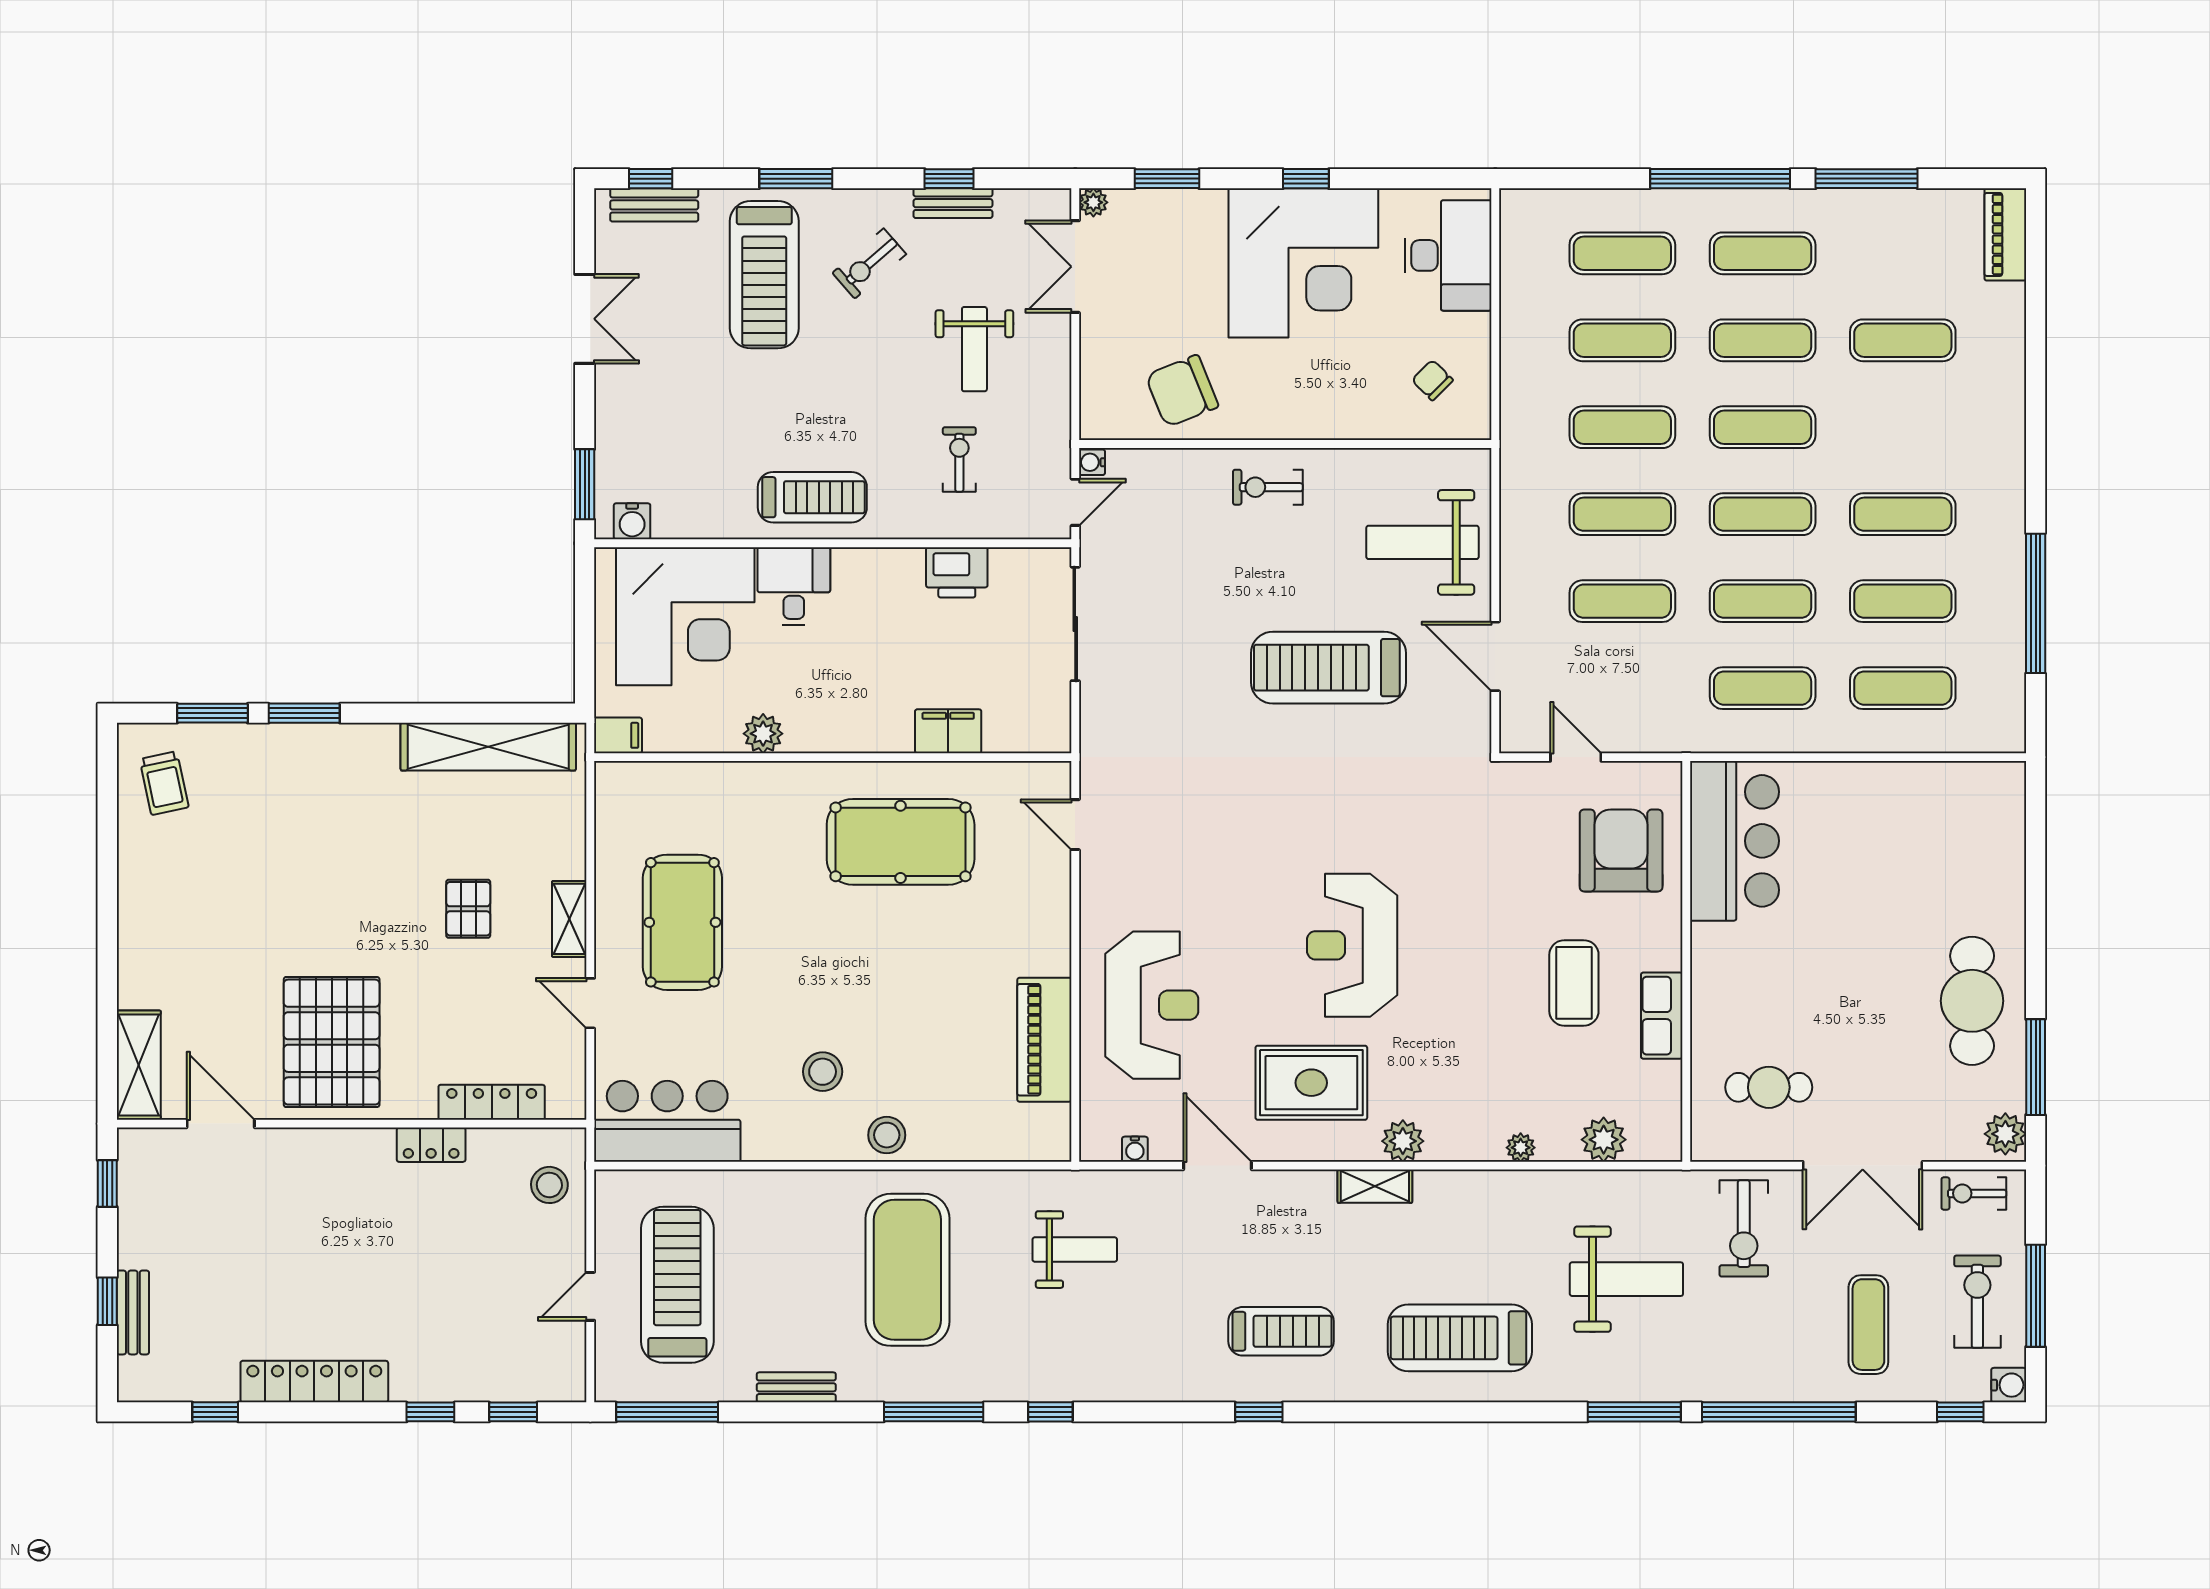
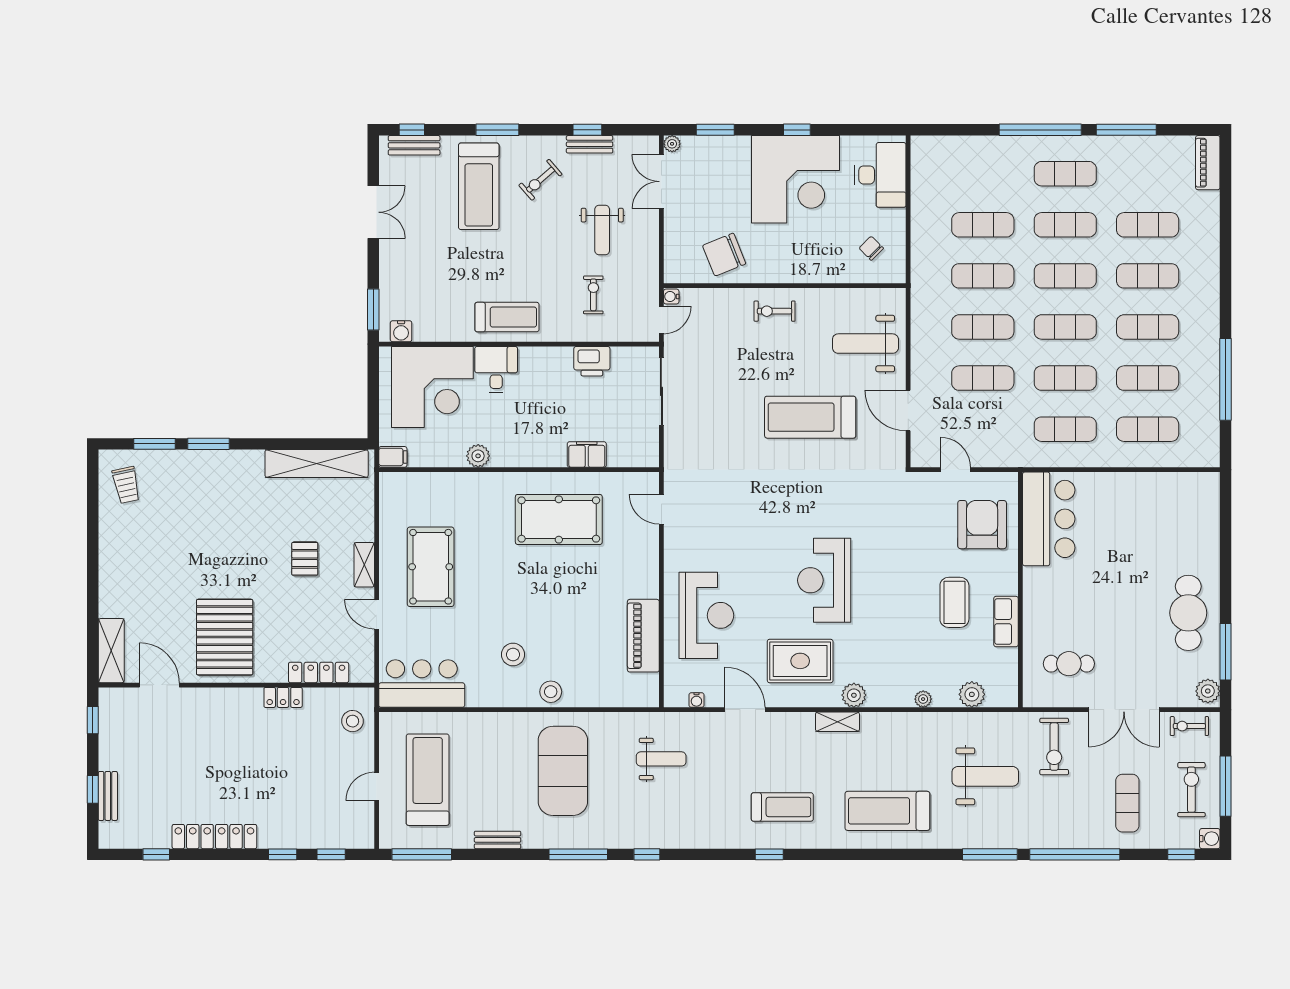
exercise mat: (1622, 253) -> (1148, 276), moved

